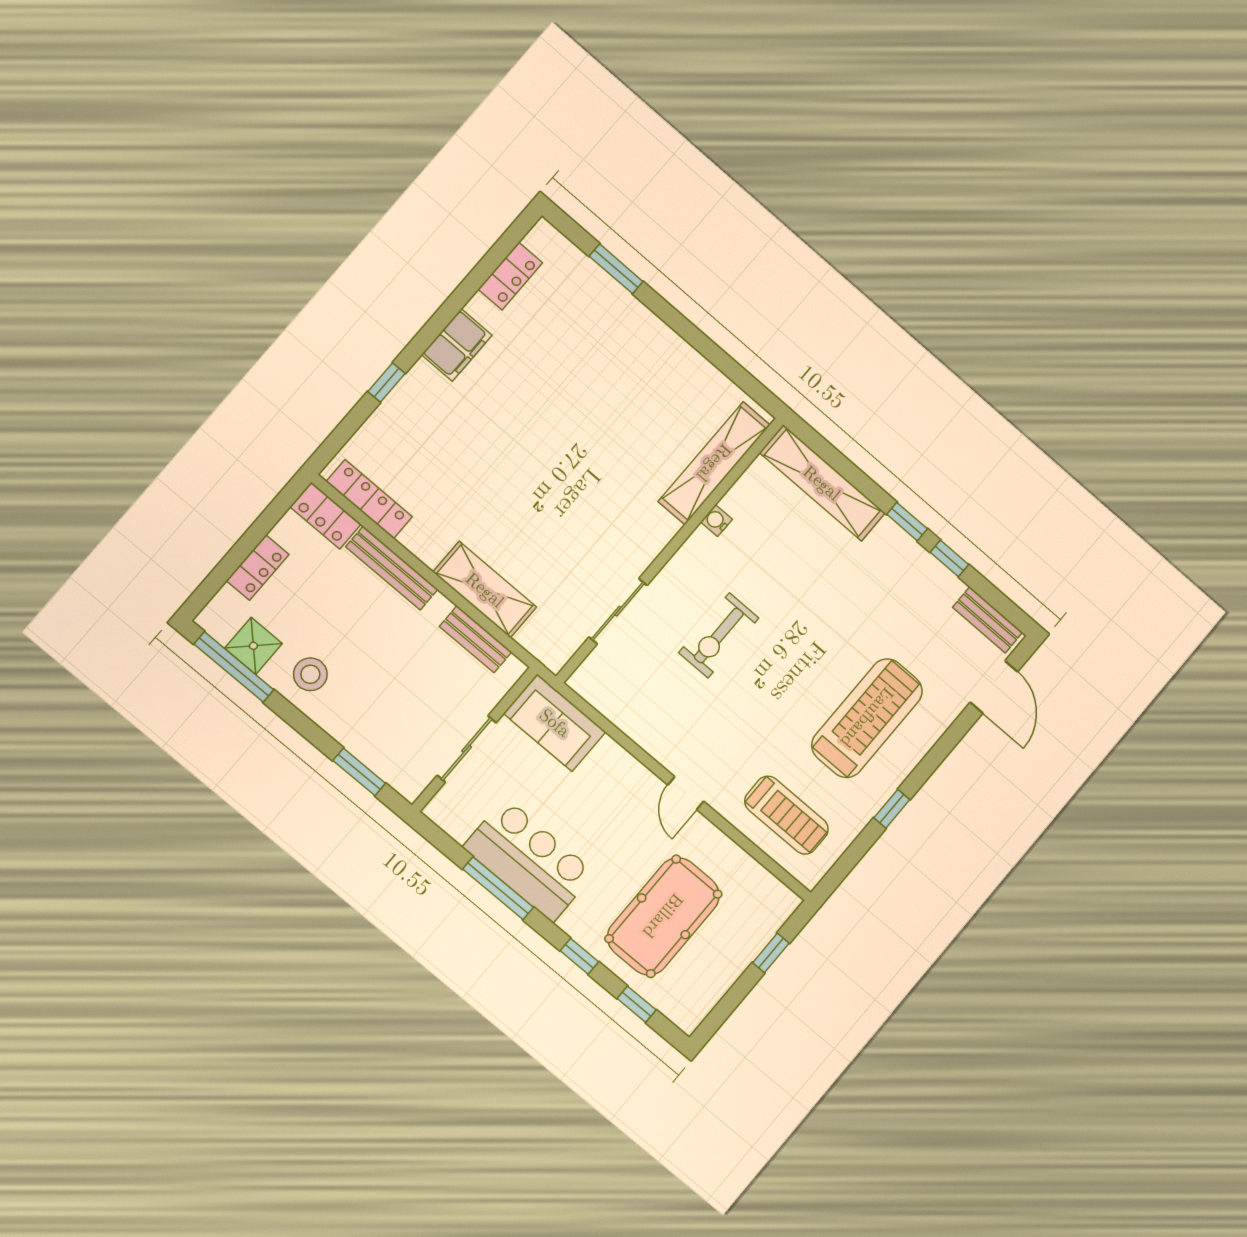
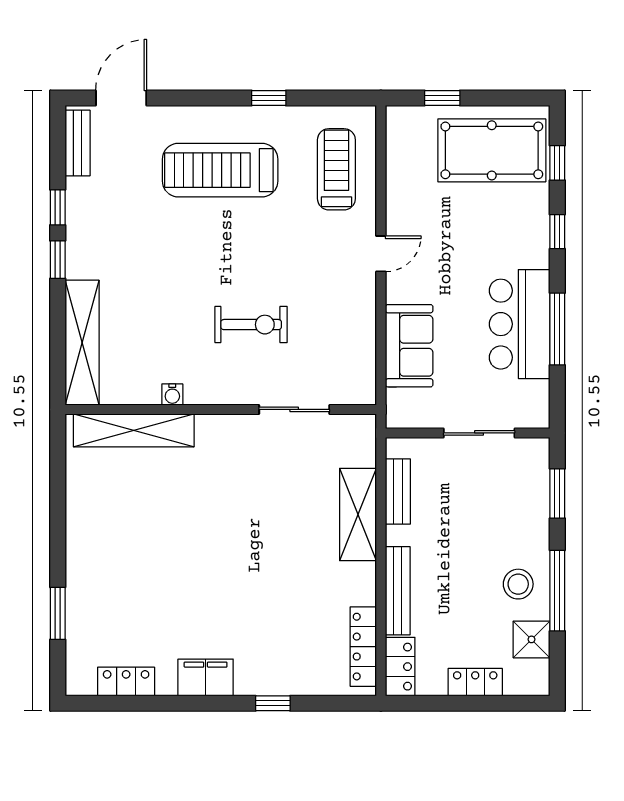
window: (234, 667) -> (557, 591), moved
sofa: (555, 723) -> (409, 346), moved
pool table: (663, 916) -> (492, 150), moved

